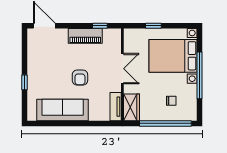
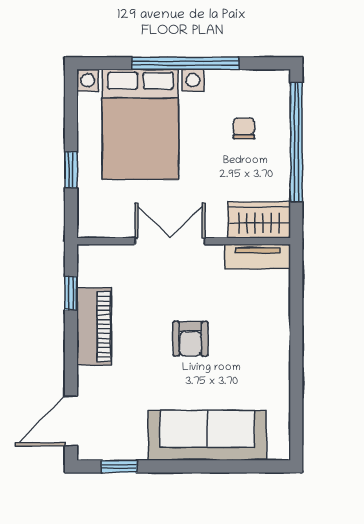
armchair: (80, 78) -> (190, 339), turned 90
window: (25, 82) -> (119, 466), moved
sofa: (63, 110) -> (207, 435), moved, turned 90

